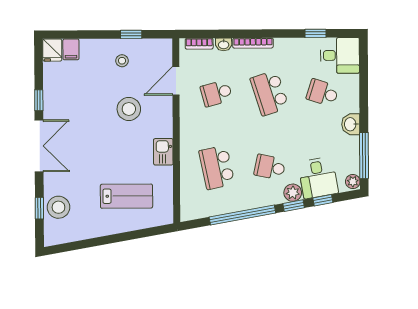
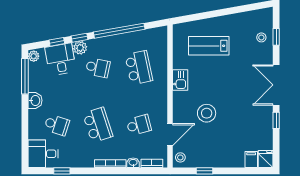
stool: (122, 61) -> (180, 157), moved
stool: (58, 207) -> (261, 37), width x0.53, depth x0.53

